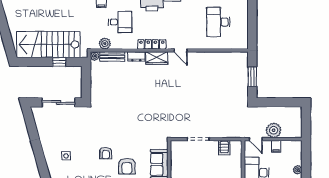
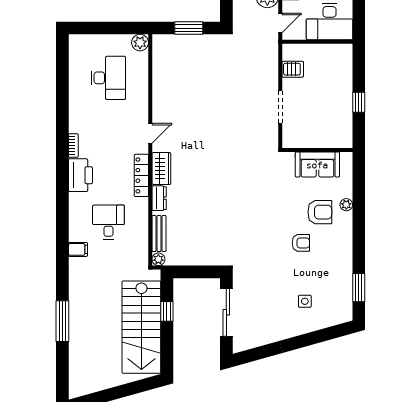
desk: (218, 22) -> (108, 78), turned -90
plant: (105, 44) -> (140, 43), moved

